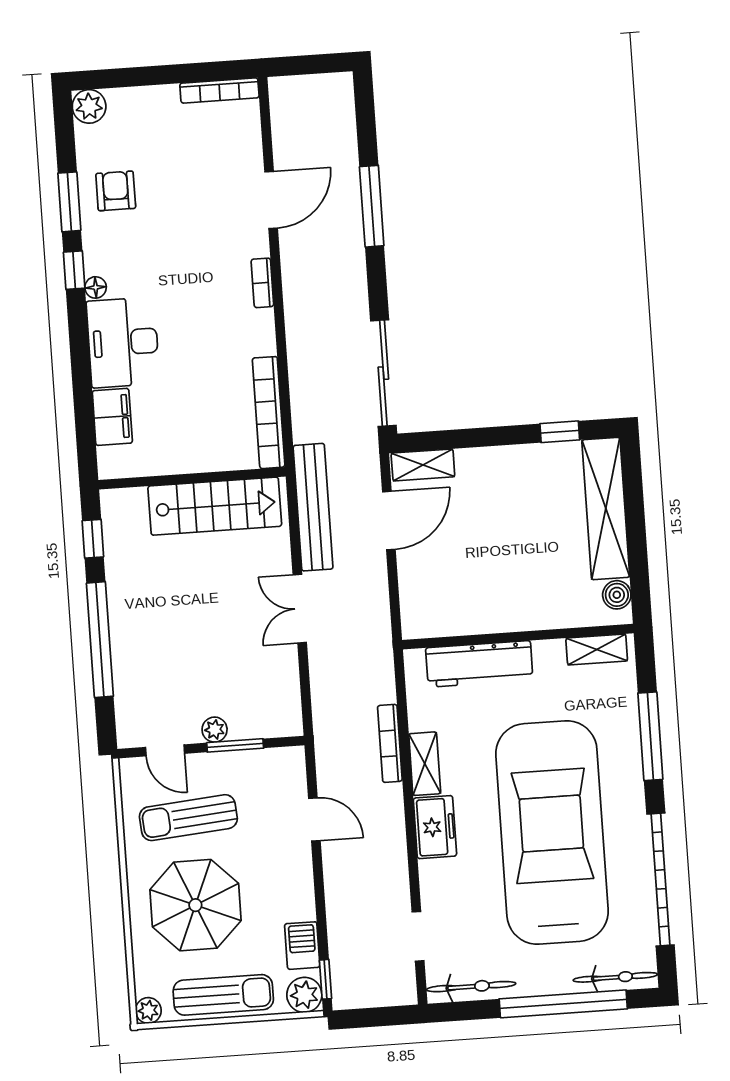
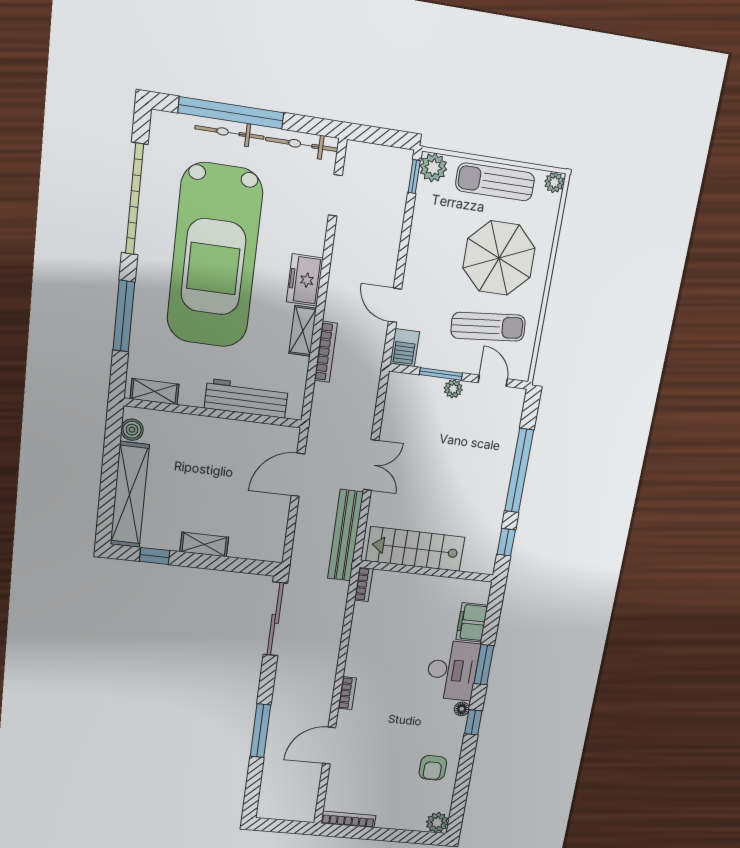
window: (69, 202) -> (484, 665), moved
bookcase: (269, 413) -> (364, 584), width x0.43, depth x0.76
shelving: (423, 465) -> (204, 544), moved
door: (389, 521) -> (298, 475), moved
barbecue: (302, 946) -> (405, 348), moved
bicycle: (615, 977) -> (230, 133), moved

